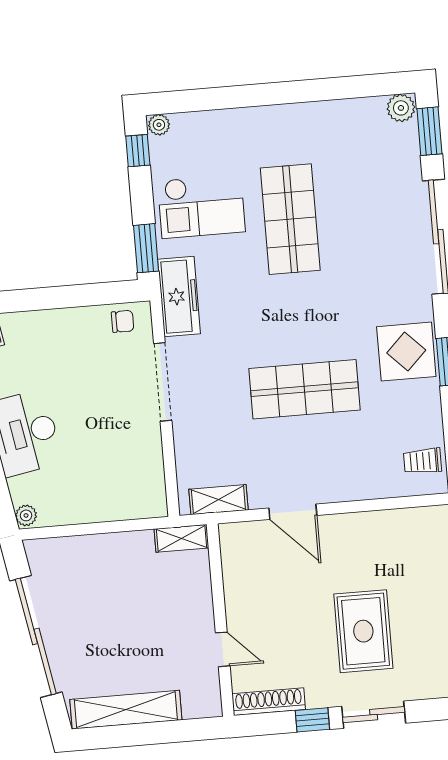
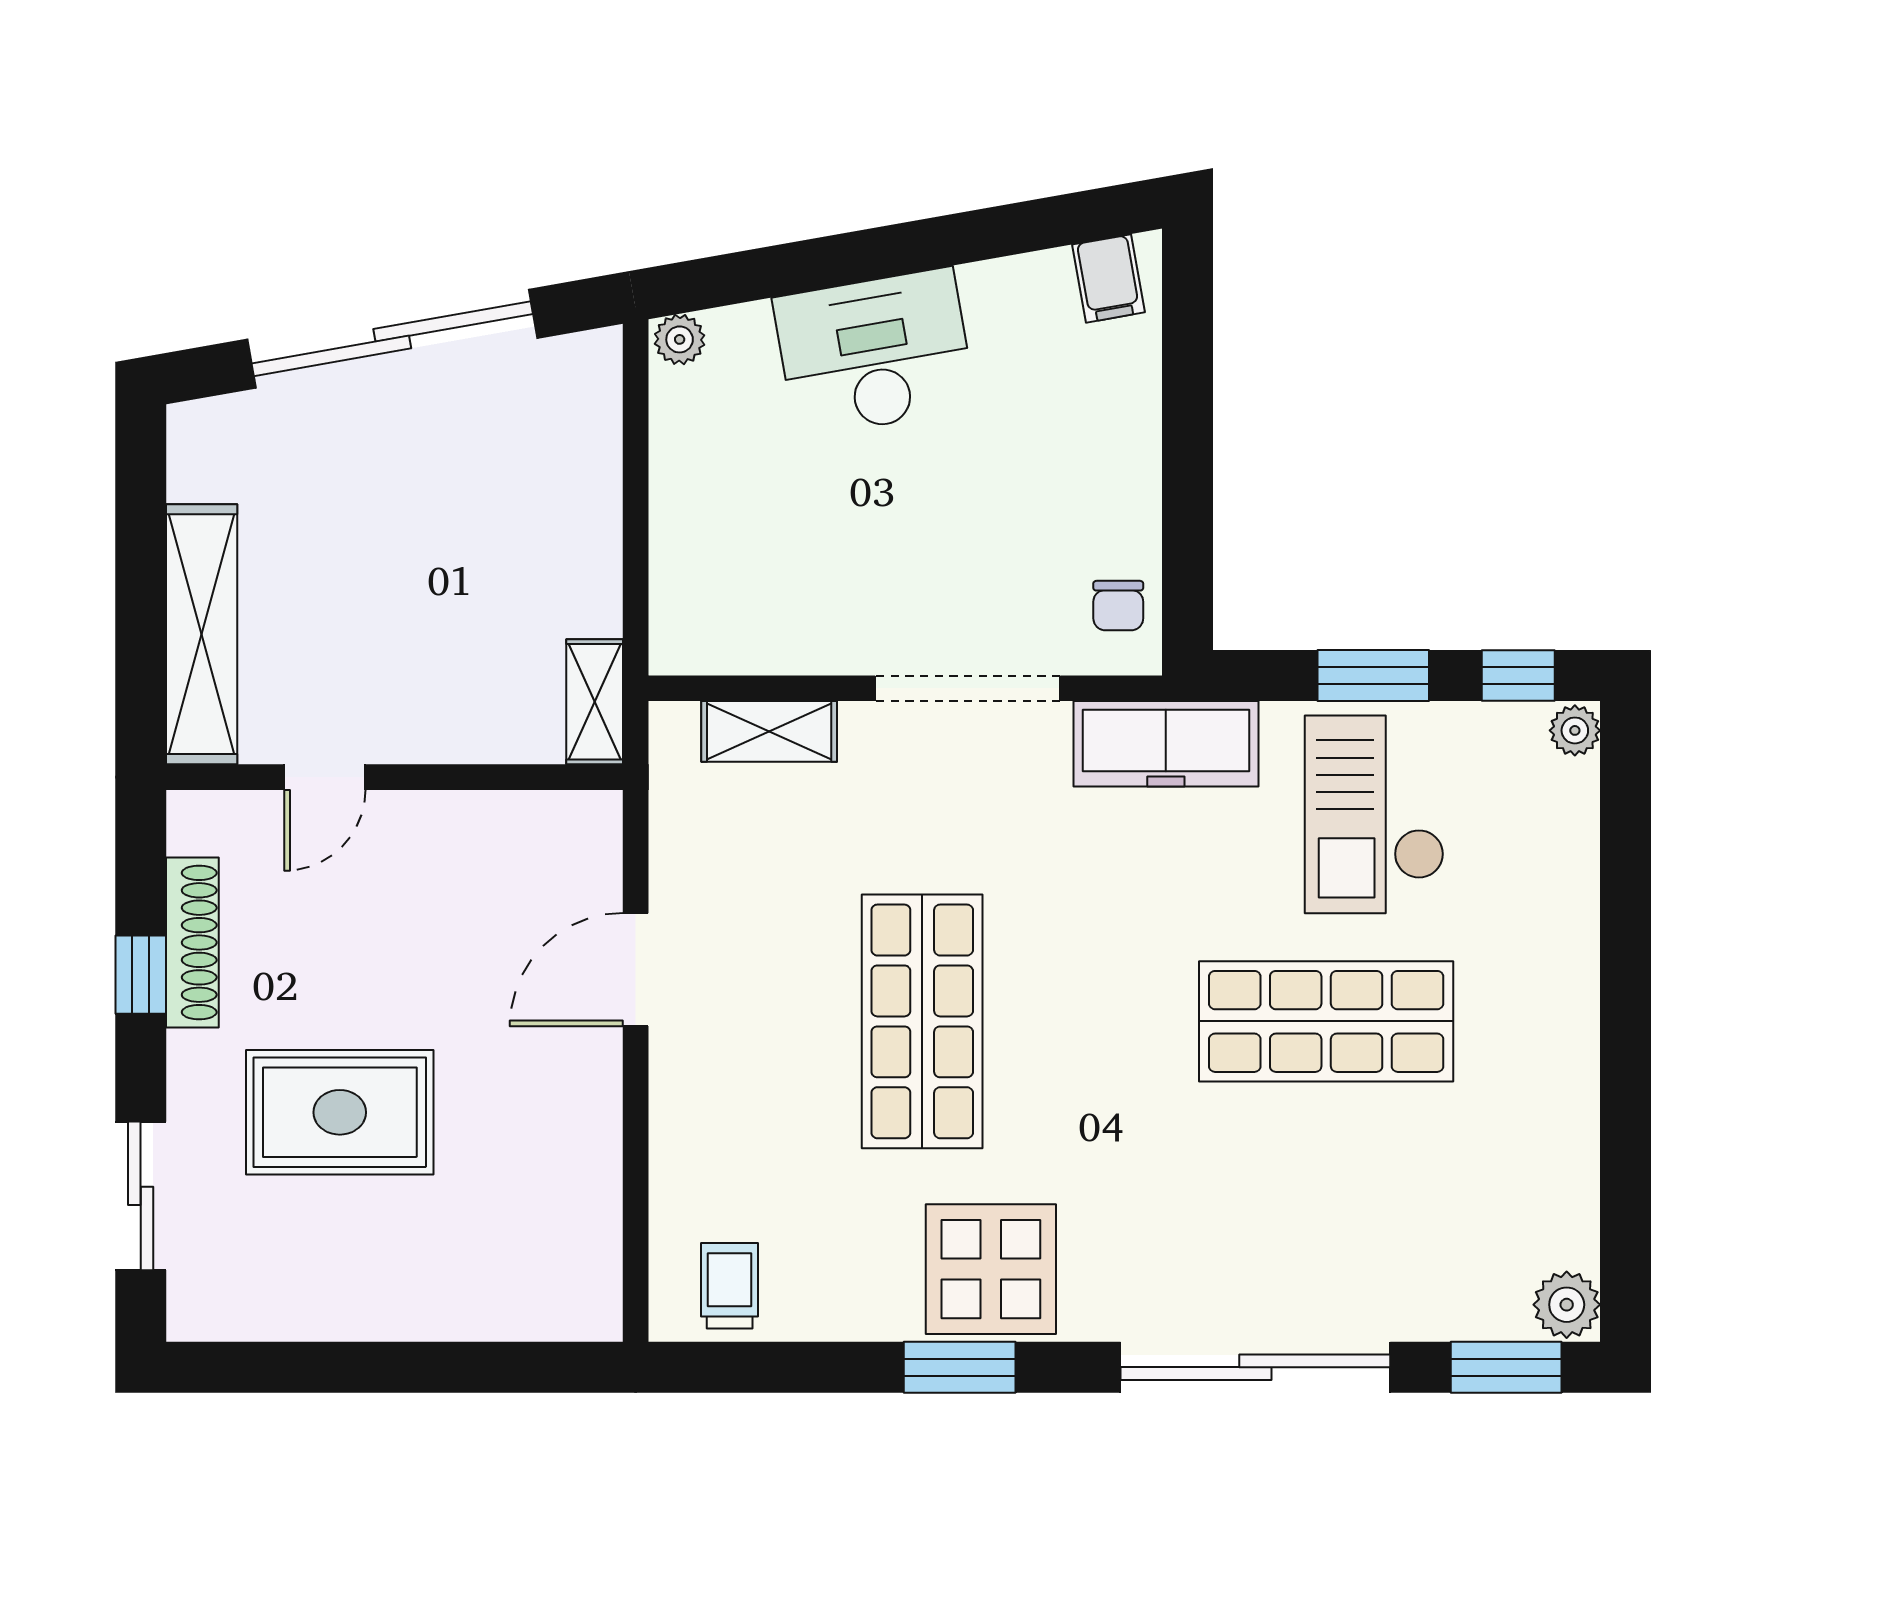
window: (146, 248) -> (1373, 676), moved
shelving: (218, 500) -> (769, 731), moved, turned 90
shoe rack: (269, 702) -> (192, 943), moved
shelving: (126, 710) -> (202, 634), moved
sliding door: (374, 715) -> (141, 1196), moved

